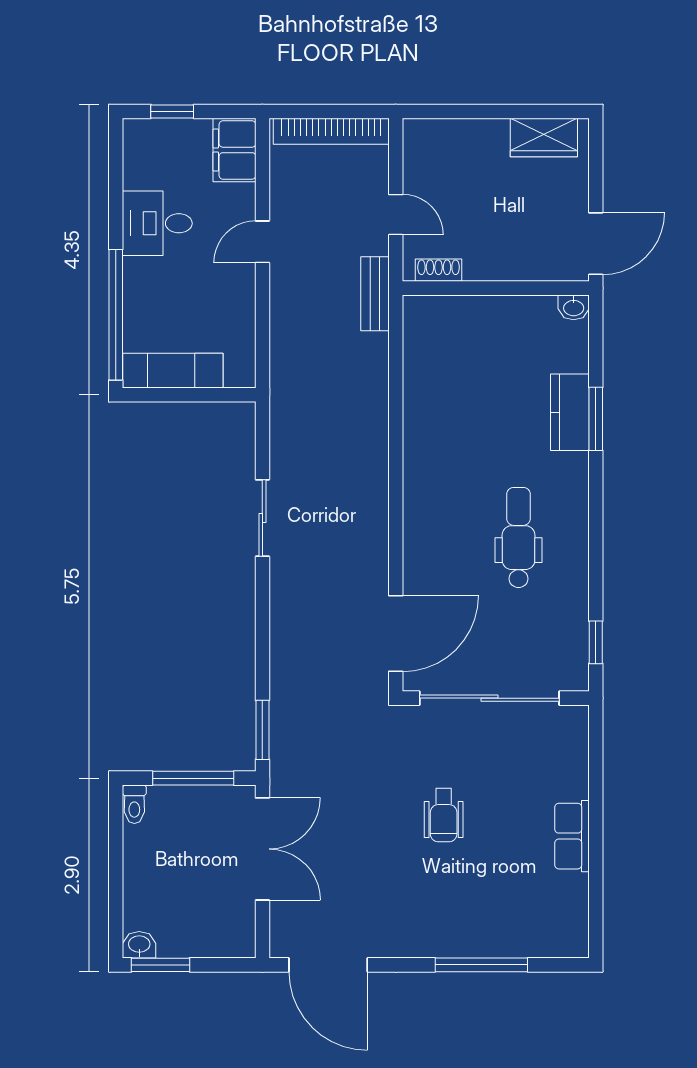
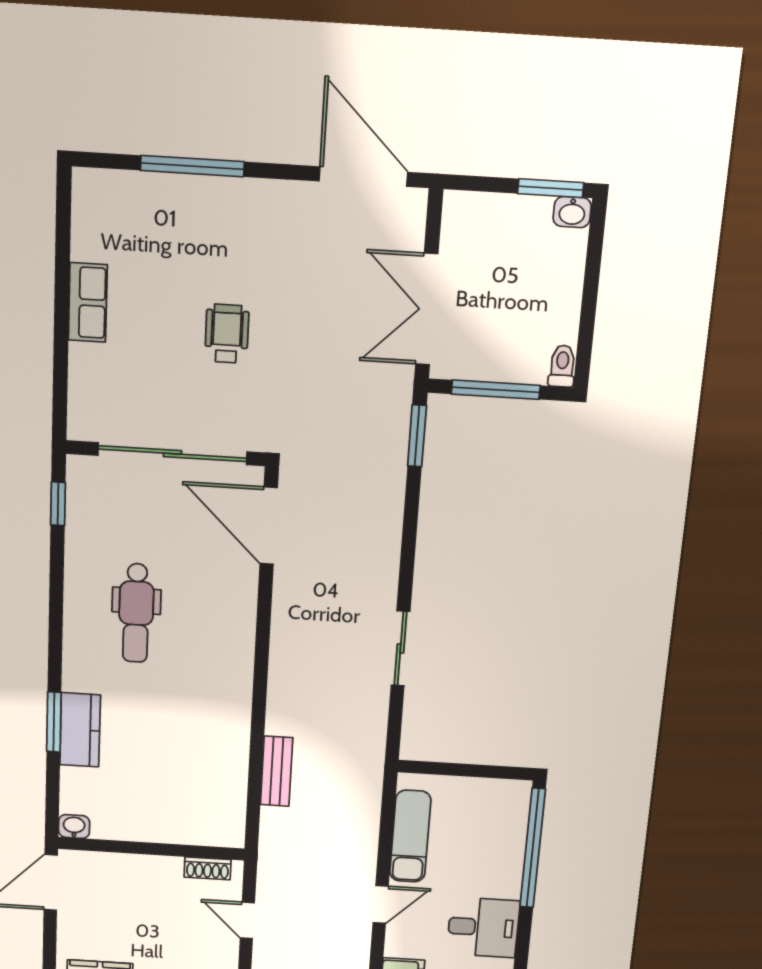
bench: (375, 294) -> (277, 771), moved
exam couch: (173, 371) -> (410, 836), moved, turned -90
door: (396, 633) -> (269, 526), hinge flipped

